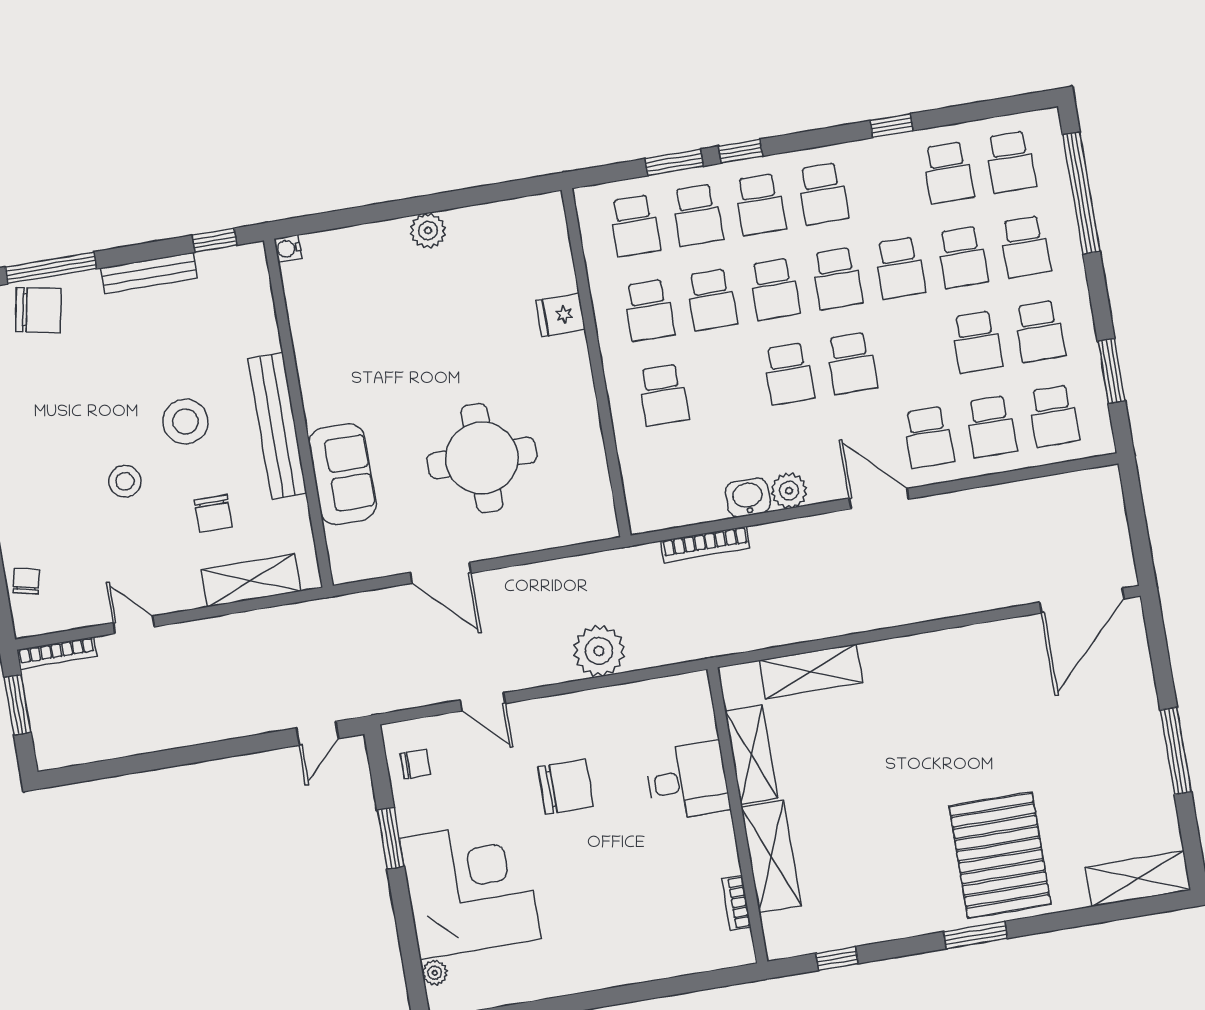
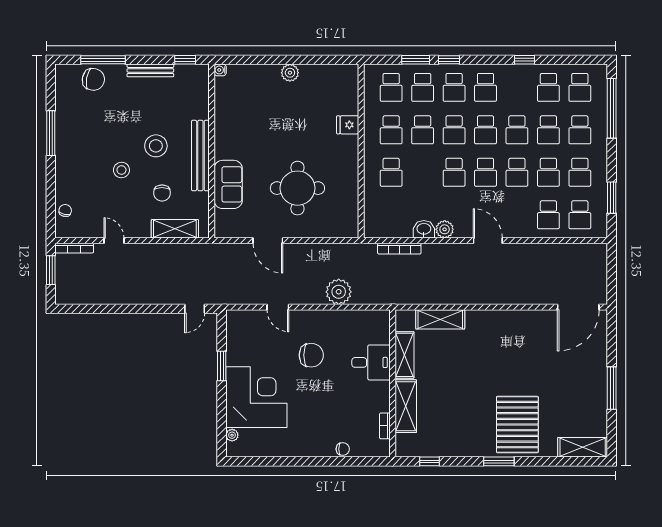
school desk: (928, 437) -> (517, 172), moved
chair: (415, 764) -> (343, 449), moved

